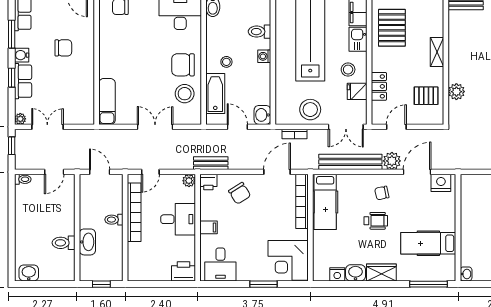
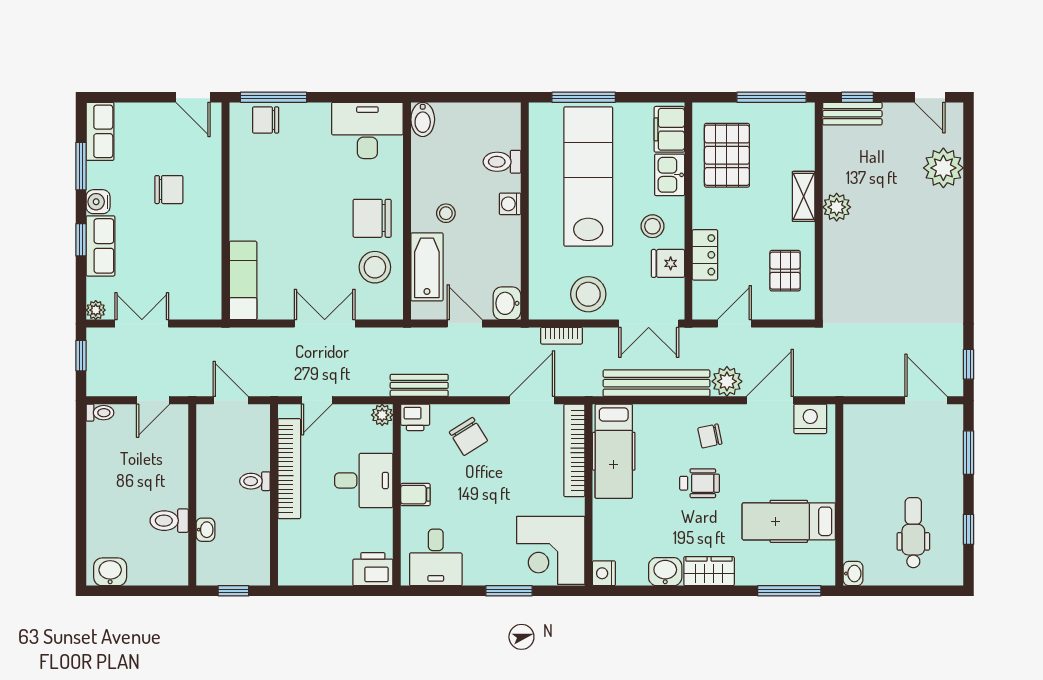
plant: (456, 92) -> (837, 207), moved
pallet: (426, 96) -> (785, 271), turned 90
washbasin: (87, 242) -> (205, 530), width x0.52, depth x0.69
nightstand: (337, 274) -> (604, 573), moved, turned 90

